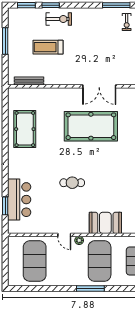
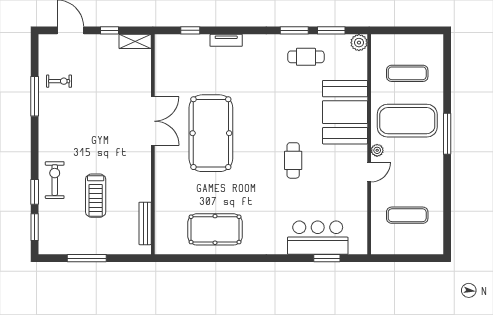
booth: (105, 223) -> (345, 112), width x1.36, depth x1.42
exercise mat: (35, 261) -> (407, 215), width x0.50, depth x0.69

